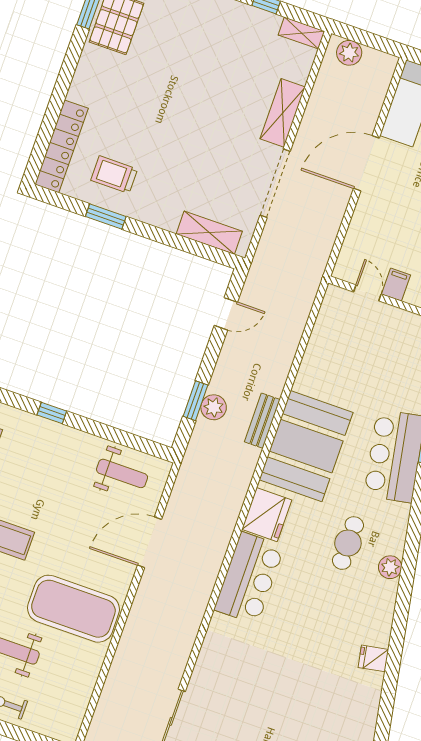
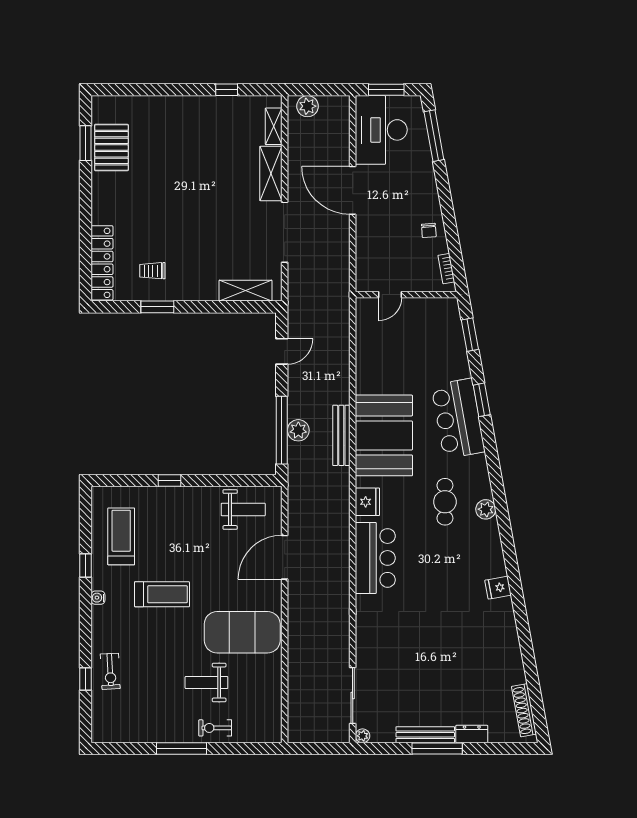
shelving: (301, 33) -> (274, 126), moved, turned 90
door: (366, 163) -> (353, 190), hinge flipped
trolley: (114, 175) -> (152, 271), width x0.73, depth x0.72
filing cabinet: (396, 285) -> (411, 280), removed
door: (367, 293) -> (390, 295), swing flipped
window: (195, 401) -> (282, 430), width x2.11
bench: (262, 421) -> (341, 435), width x1.36
fridge: (267, 515) -> (367, 502), width x0.73, depth x0.75

